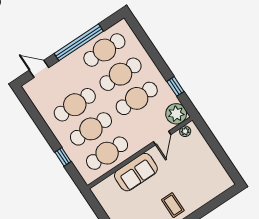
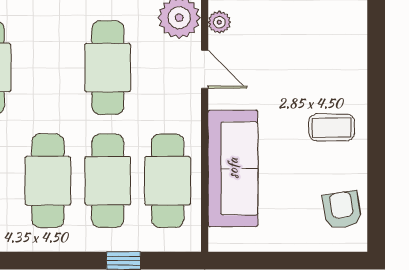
cafe table: (121, 74) -> (48, 68), removed
sofa: (136, 172) -> (233, 168), width x1.36

